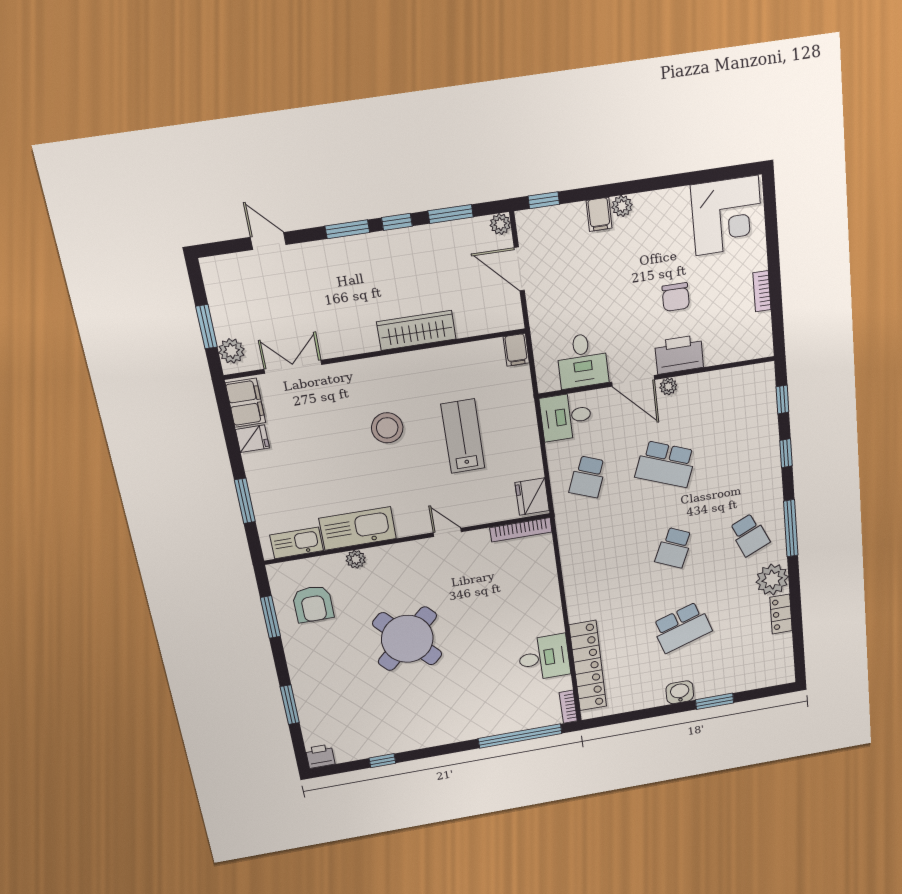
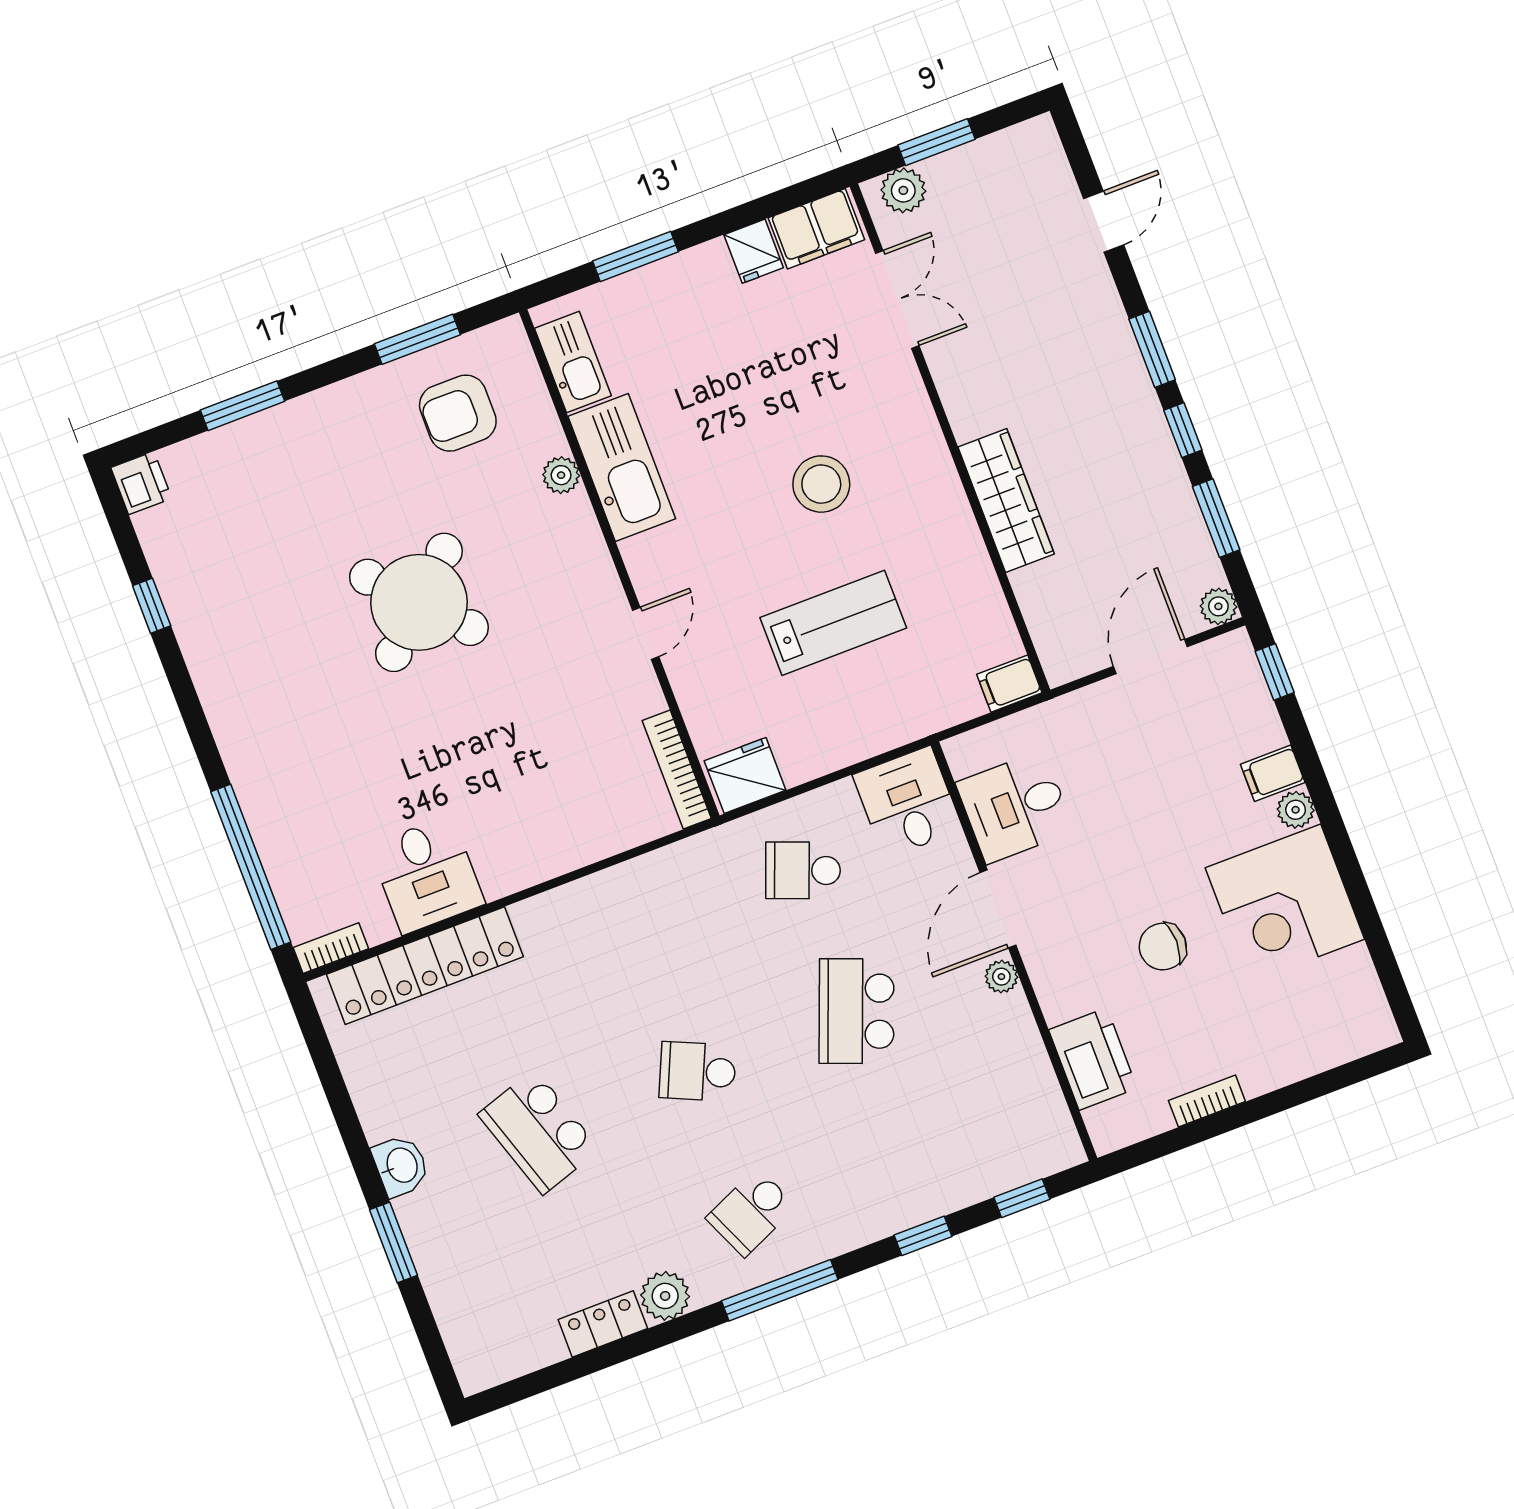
corner desk: (727, 216) -> (1285, 904), moved
printer: (679, 354) -> (1093, 1059), moved
plant: (772, 580) -> (665, 1296), width x0.73, depth x0.73

